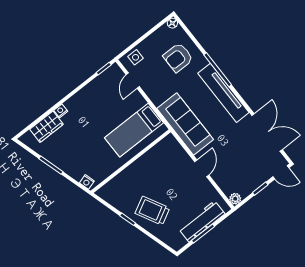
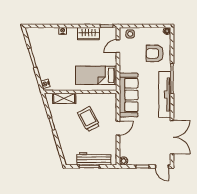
wardrobe: (46, 127) -> (89, 34), moved
shelving: (119, 182) -> (64, 98), added
trolley: (152, 211) -> (89, 119), moved

